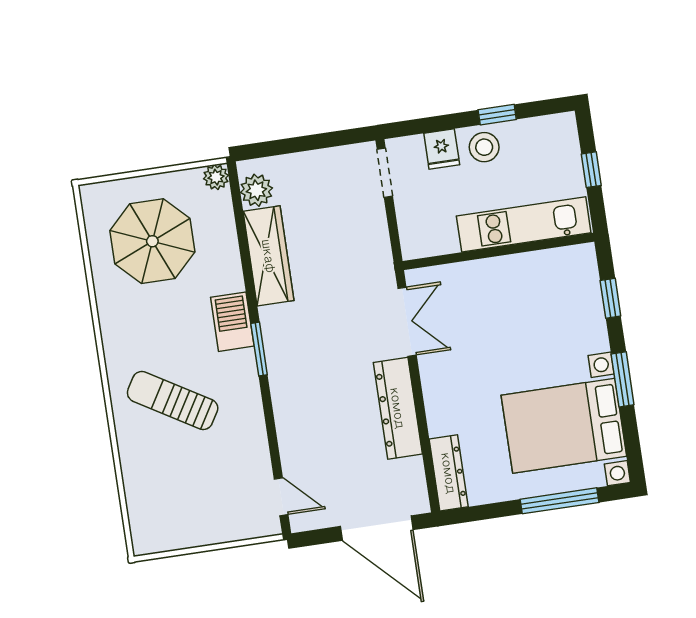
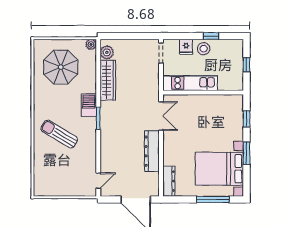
kitchen unit: (524, 224) -> (190, 83), moved
door: (281, 497) -> (98, 181), hinge flipped

